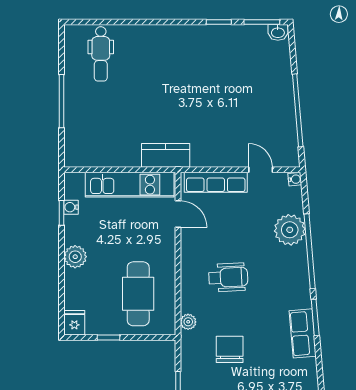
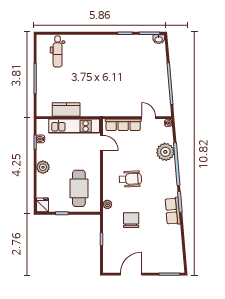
kitchen counter: (166, 155) -> (66, 109), moved

